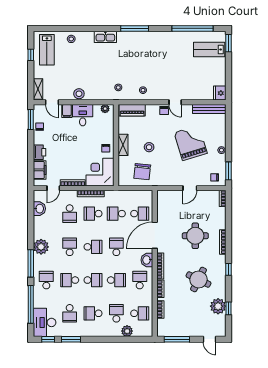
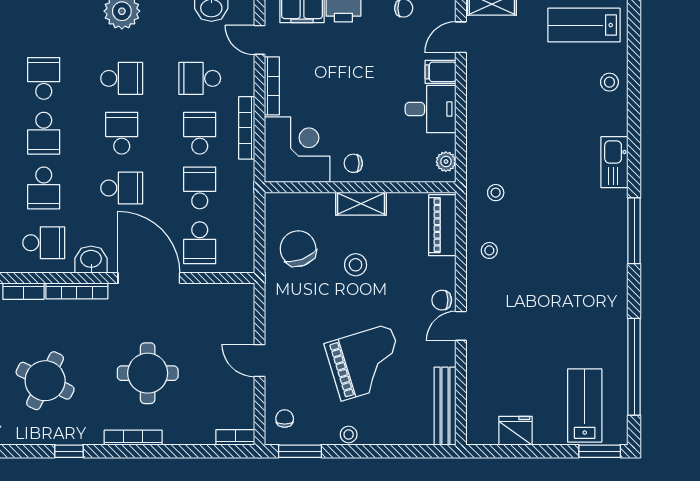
fridge: (220, 93) -> (516, 431), moved
stool: (79, 94) -> (481, 100), removed
chair: (142, 172) -> (298, 249), turned 63
school desk: (93, 247) -> (122, 133), turned 180
school desk: (46, 280) -> (44, 24), removed

